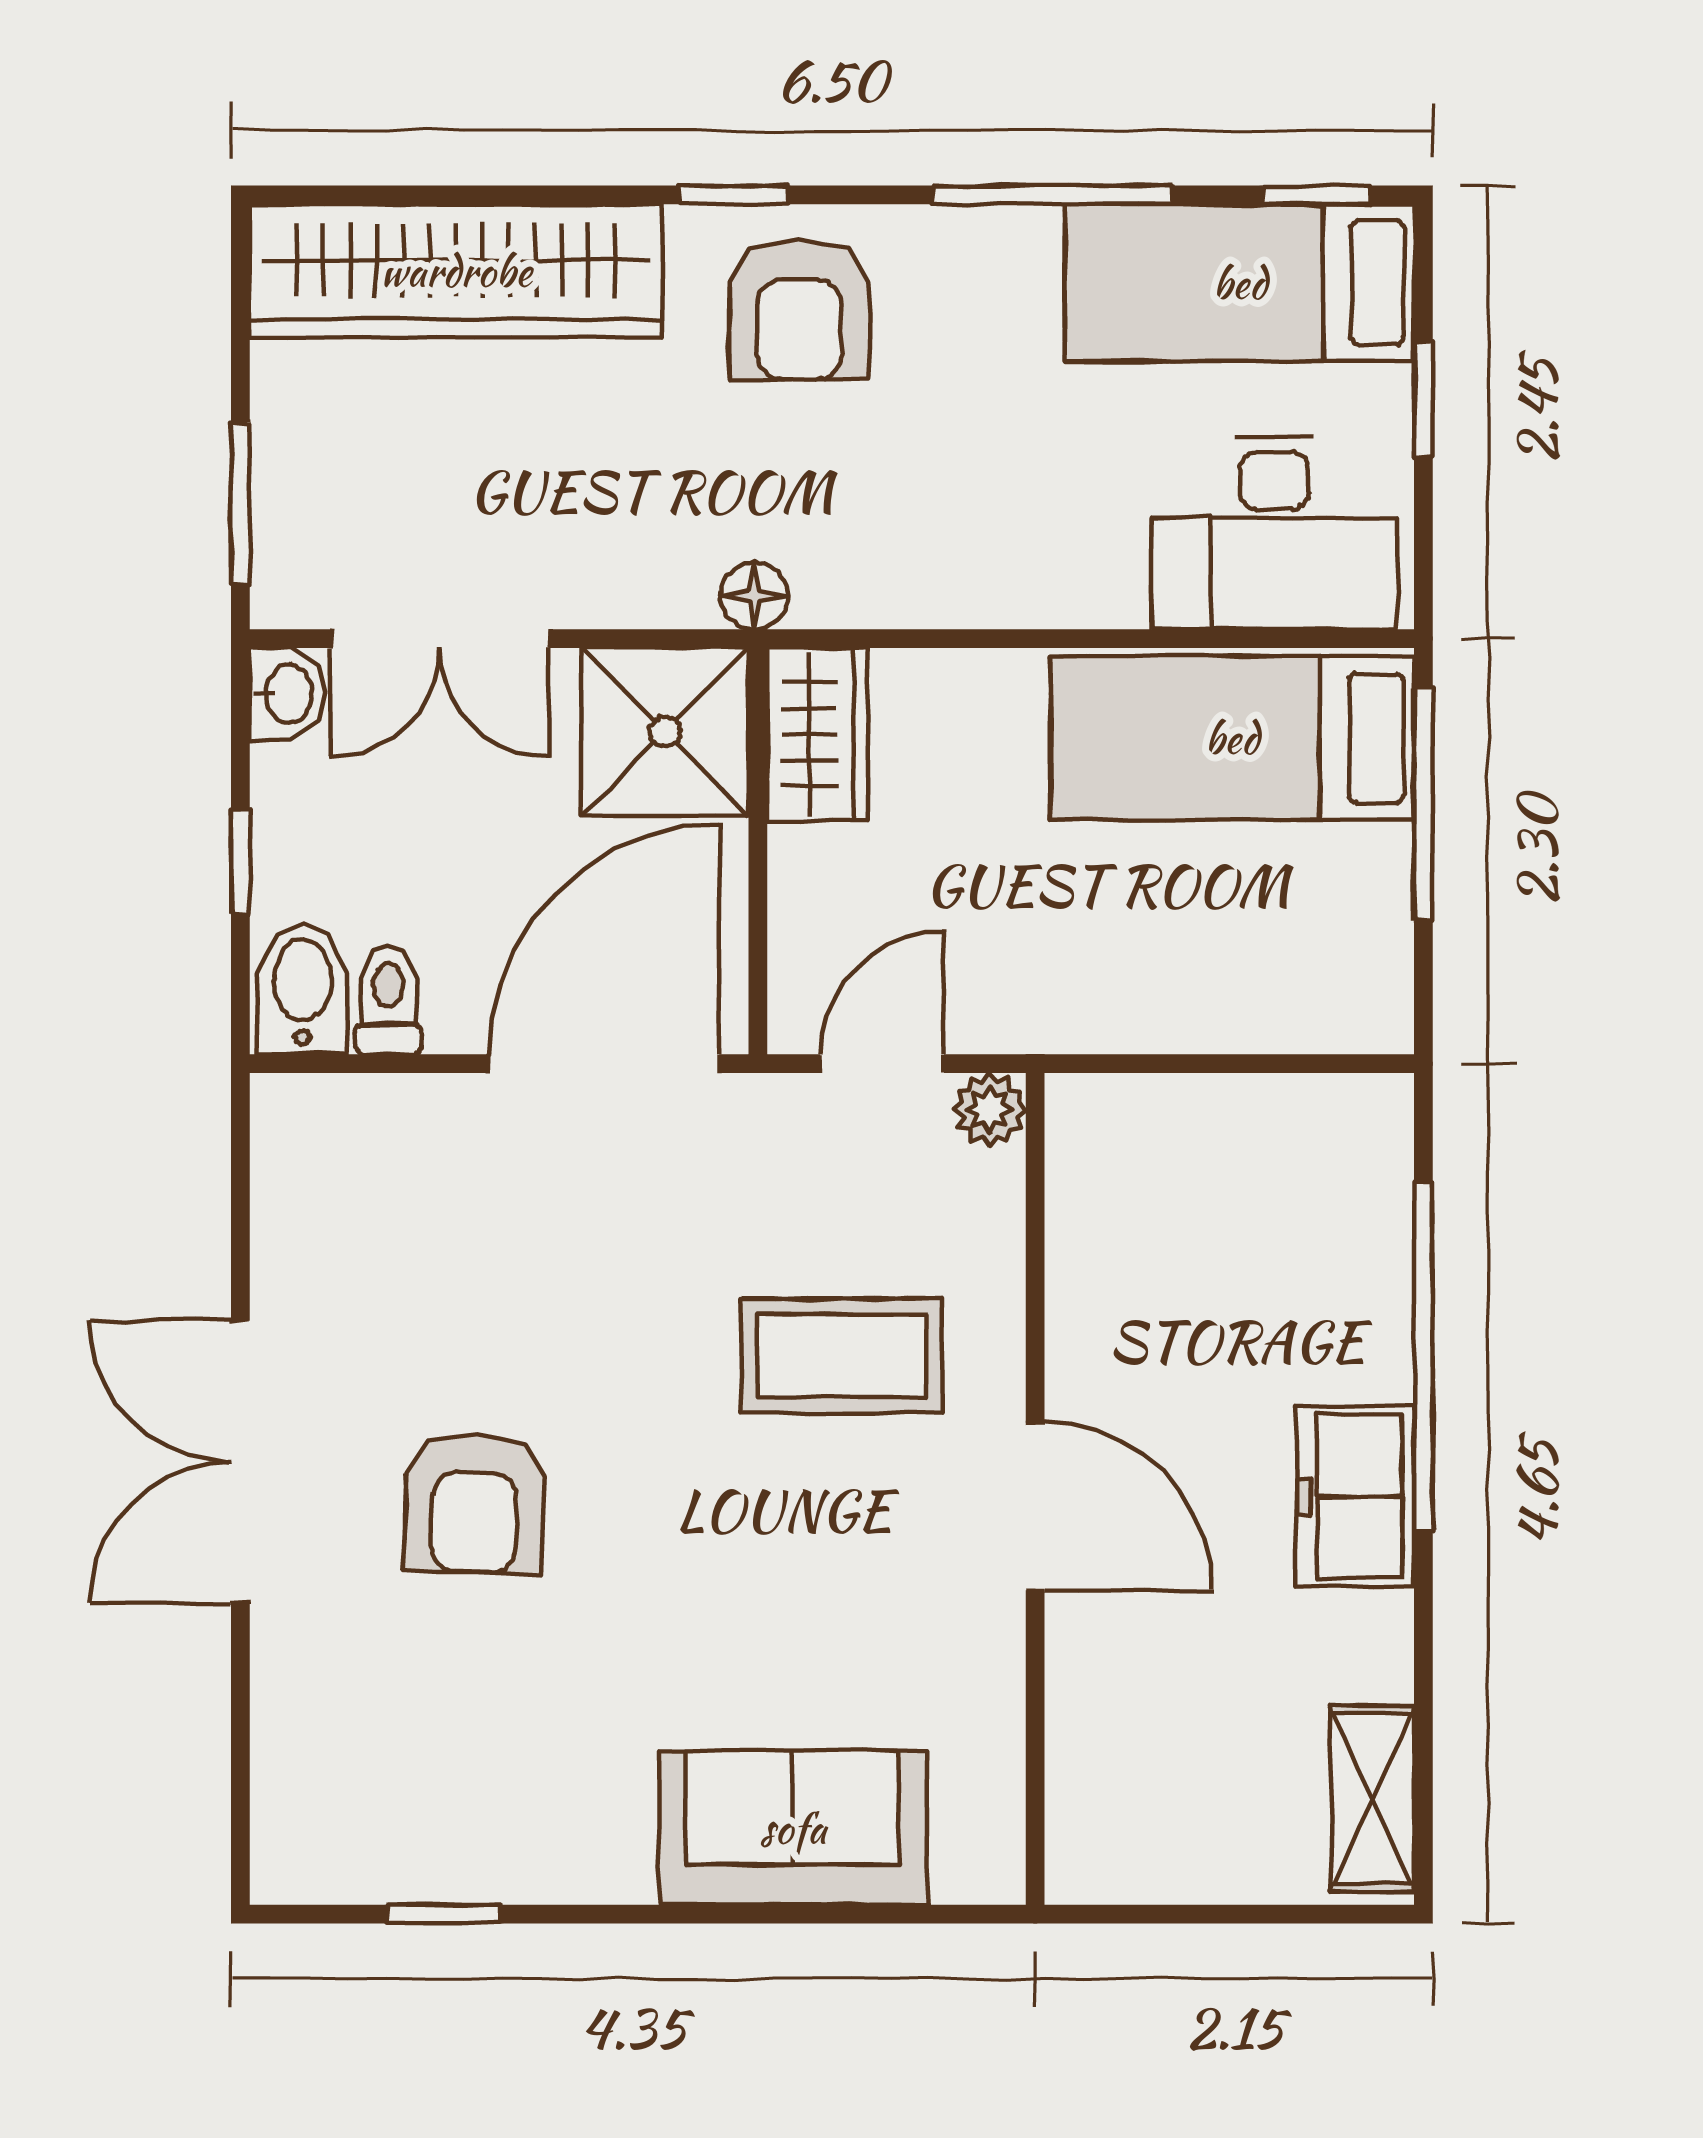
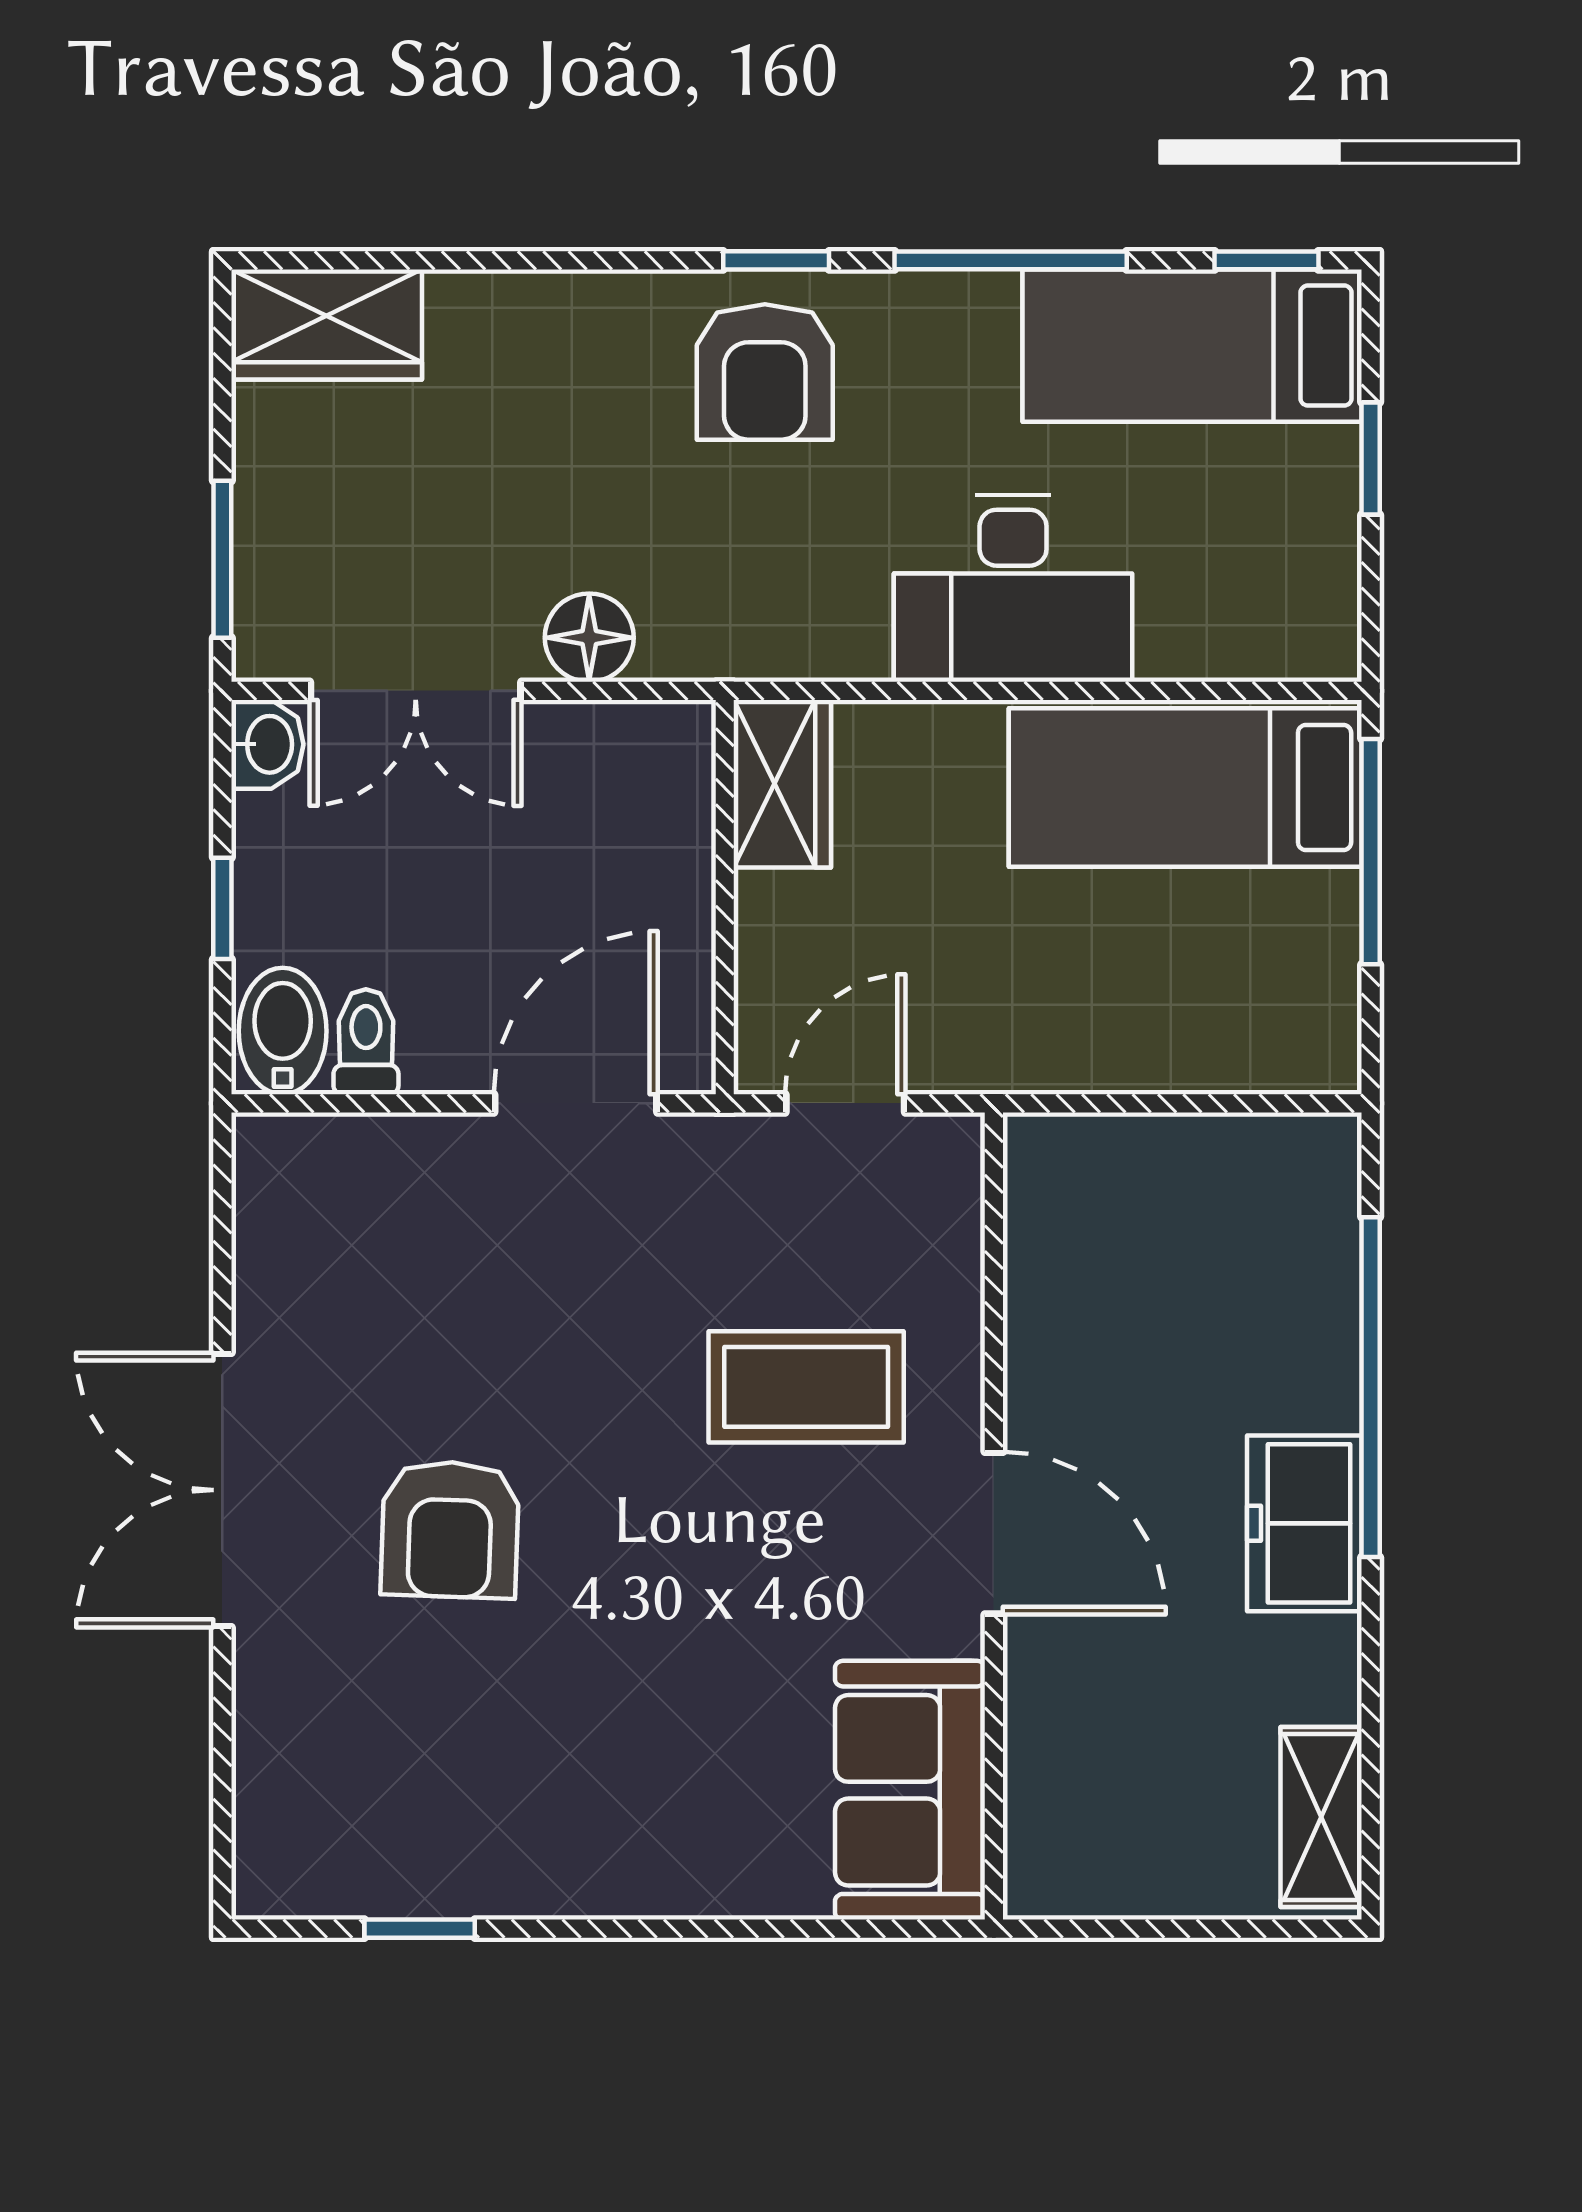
window: (733, 195) -> (776, 260), moved
wardrobe: (456, 271) -> (327, 324), width x0.48, depth x0.85
desk: (1274, 533) -> (1013, 588), moved
floor lamp: (754, 596) -> (589, 638), moved, width x1.37, depth x1.37
shower: (665, 732) -> (634, 781), removed
door: (604, 1064) -> (576, 1103), width x0.73
plant: (990, 1109) -> (950, 1148), removed
sofa: (793, 1828) -> (910, 1790), moved, turned -90

